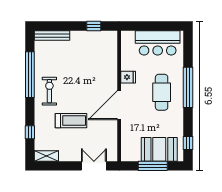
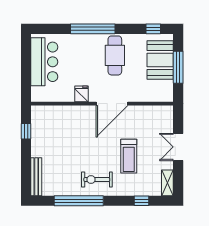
cafe table: (162, 92) -> (115, 55), moved, turned 90
door: (119, 105) -> (112, 104), hinge flipped
treadmill: (71, 121) -> (129, 156), turned 180
double door: (94, 166) -> (178, 147), moved

